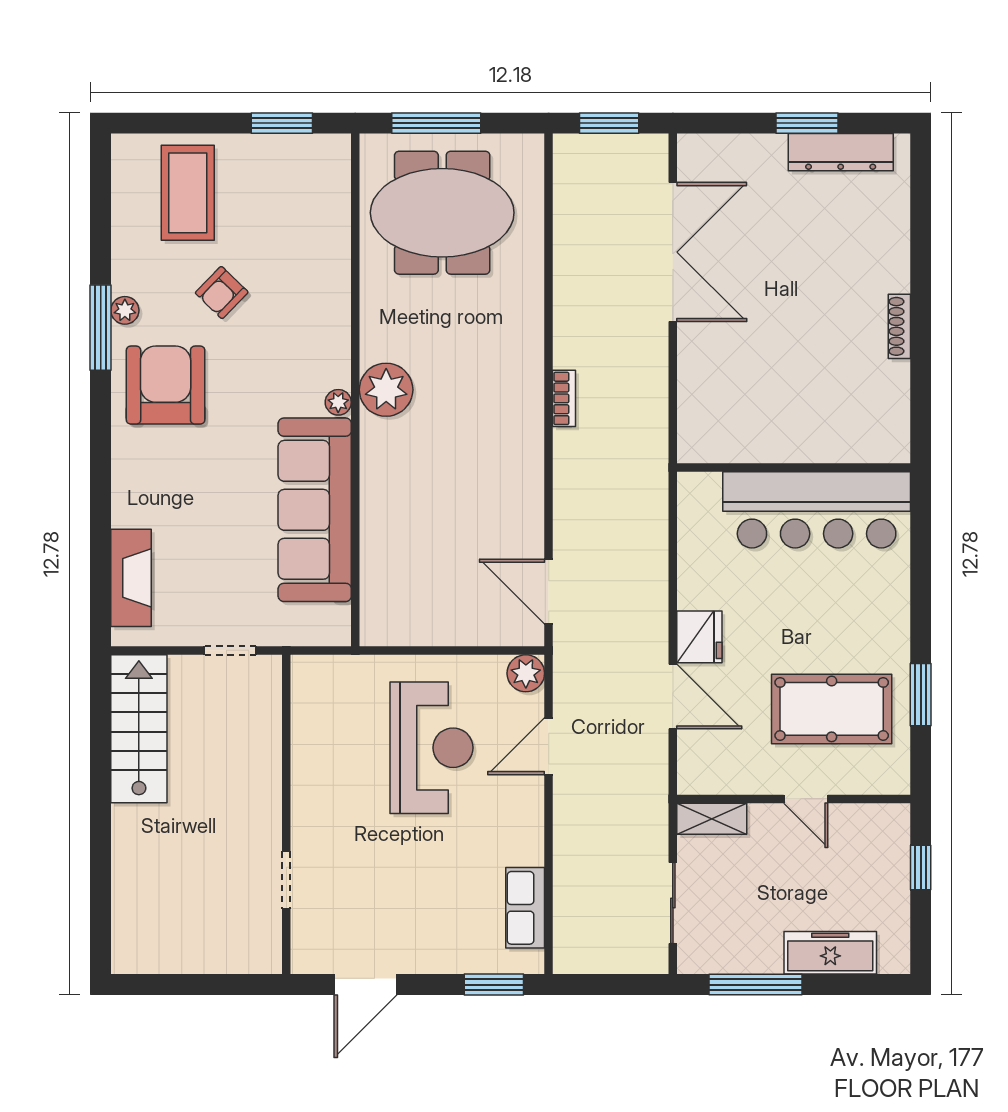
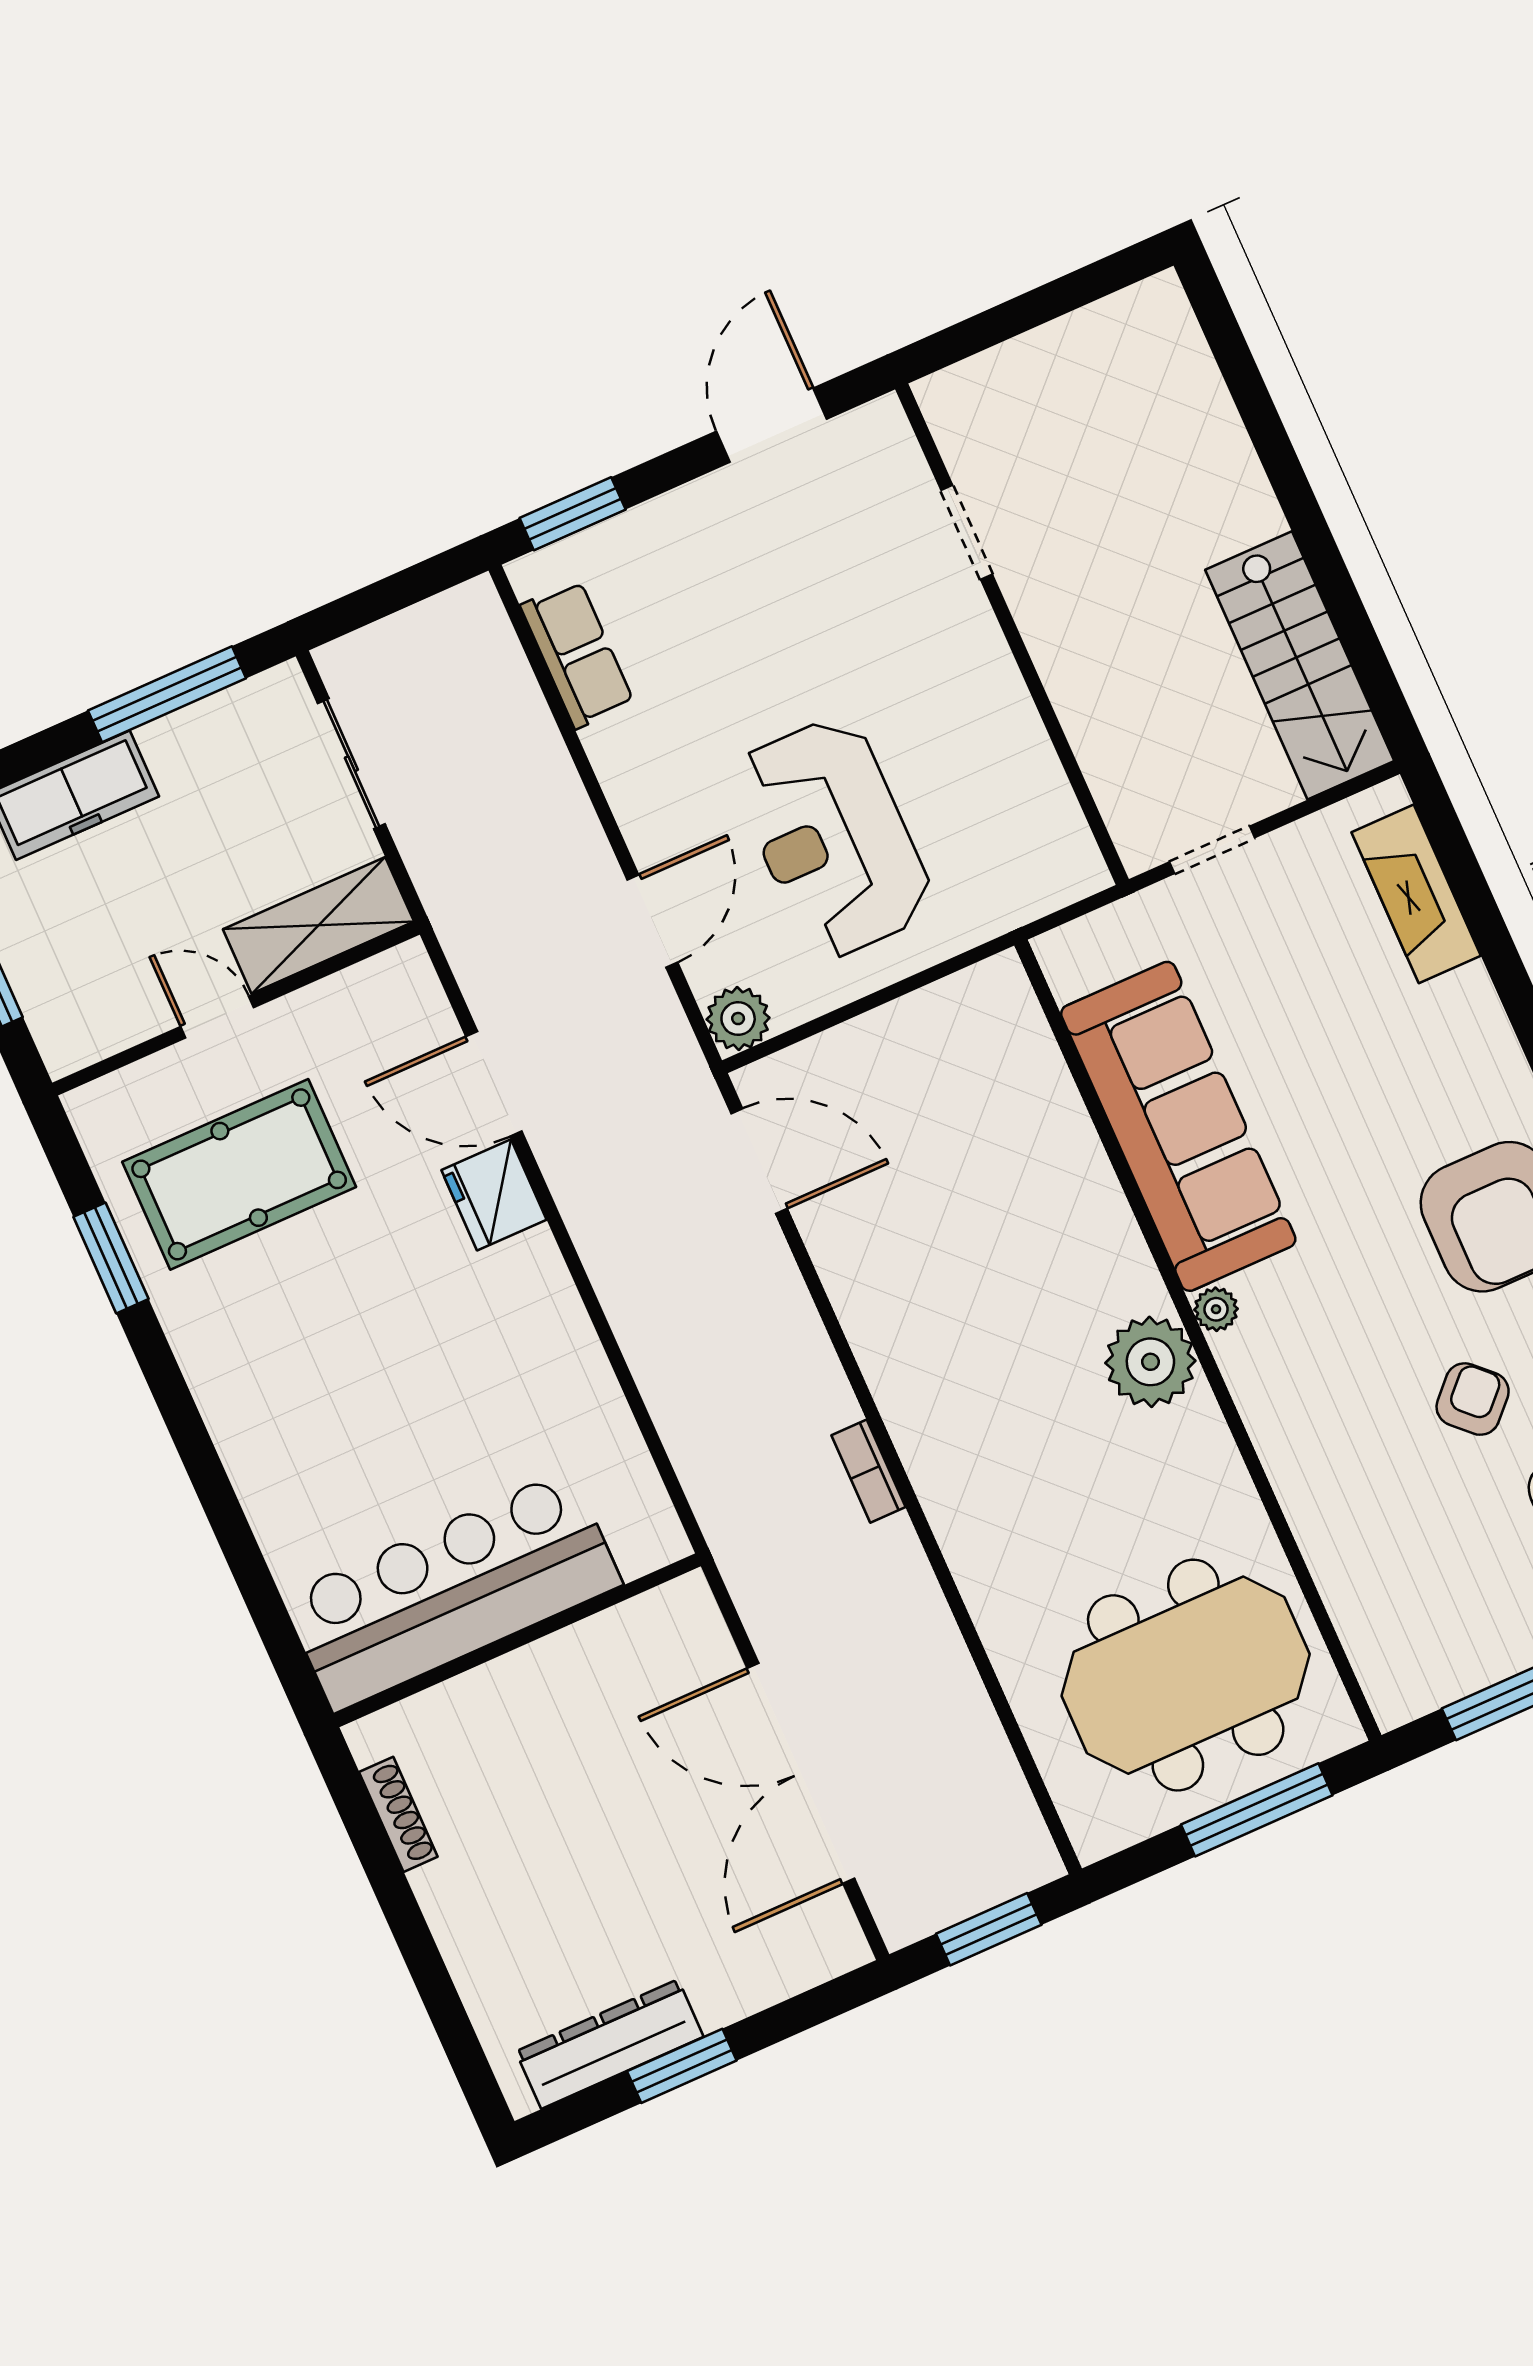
wall: (794, 468) -> (517, 1640), moved
bar counter: (817, 510) -> (452, 1590), moved
shelving: (712, 819) -> (318, 925), width x1.50, depth x1.33

